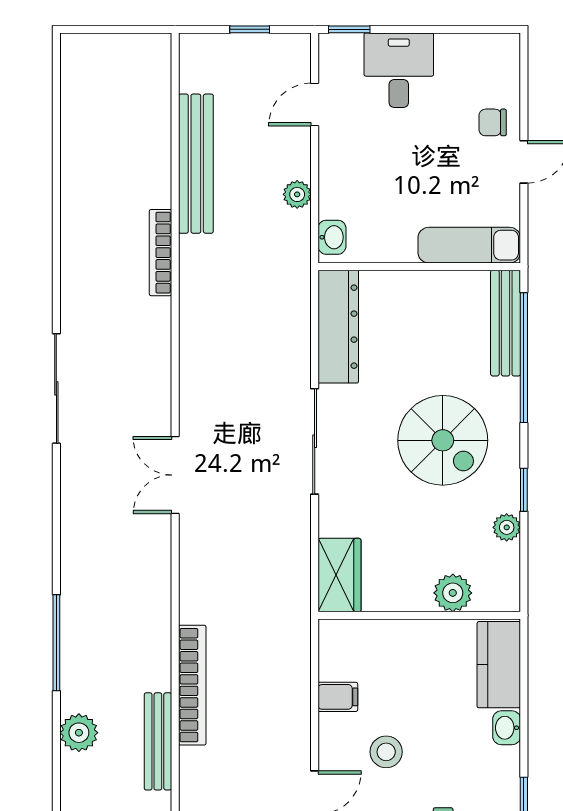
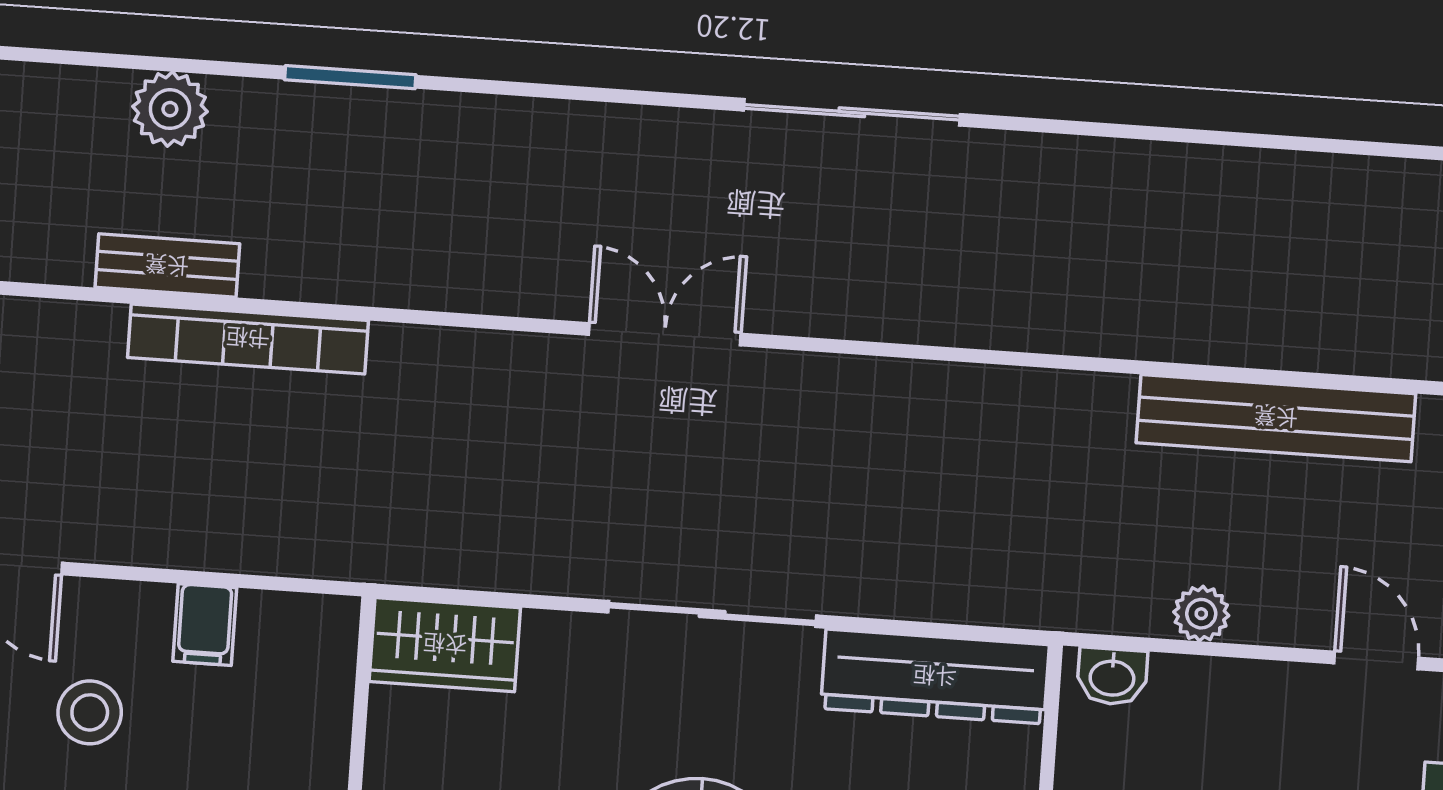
bookcase: (160, 253) -> (1105, 336), removed
window: (56, 643) -> (350, 77), width x0.69
bench: (158, 741) -> (167, 266), width x0.73

